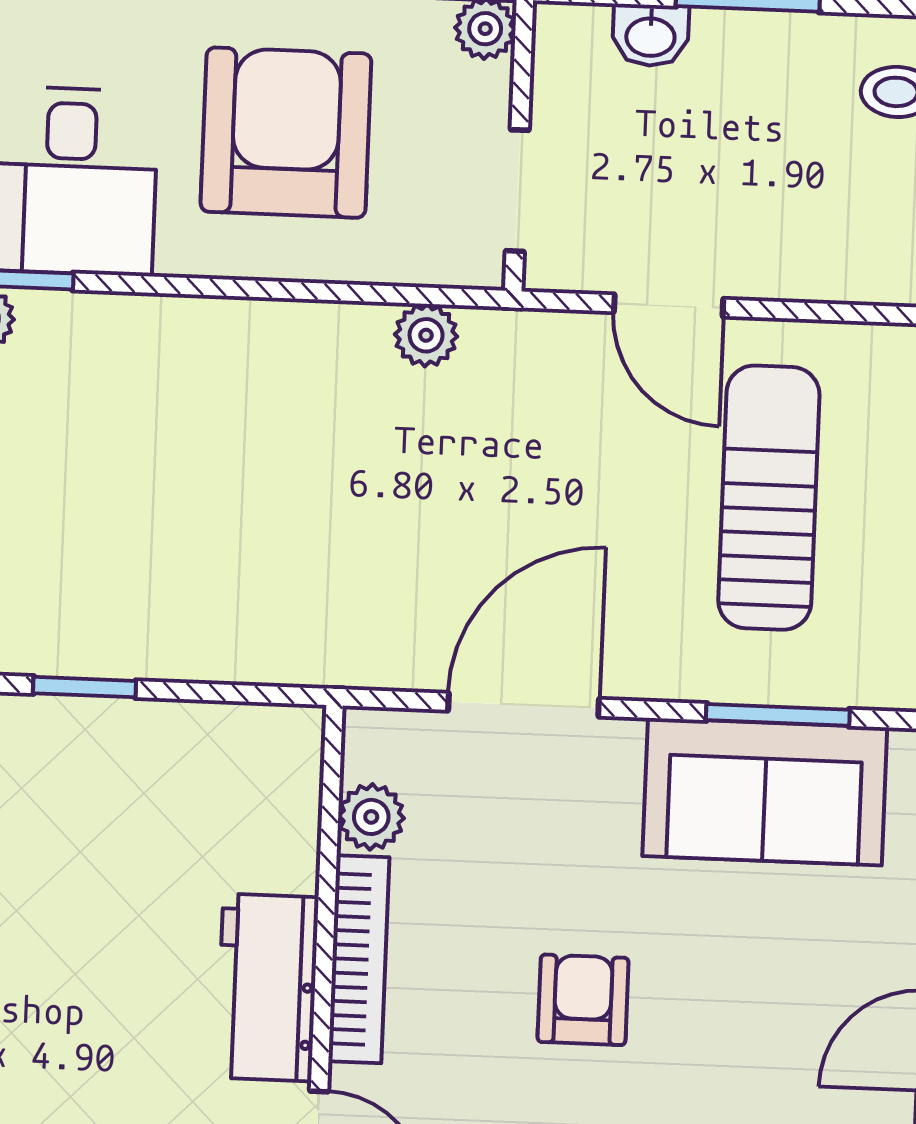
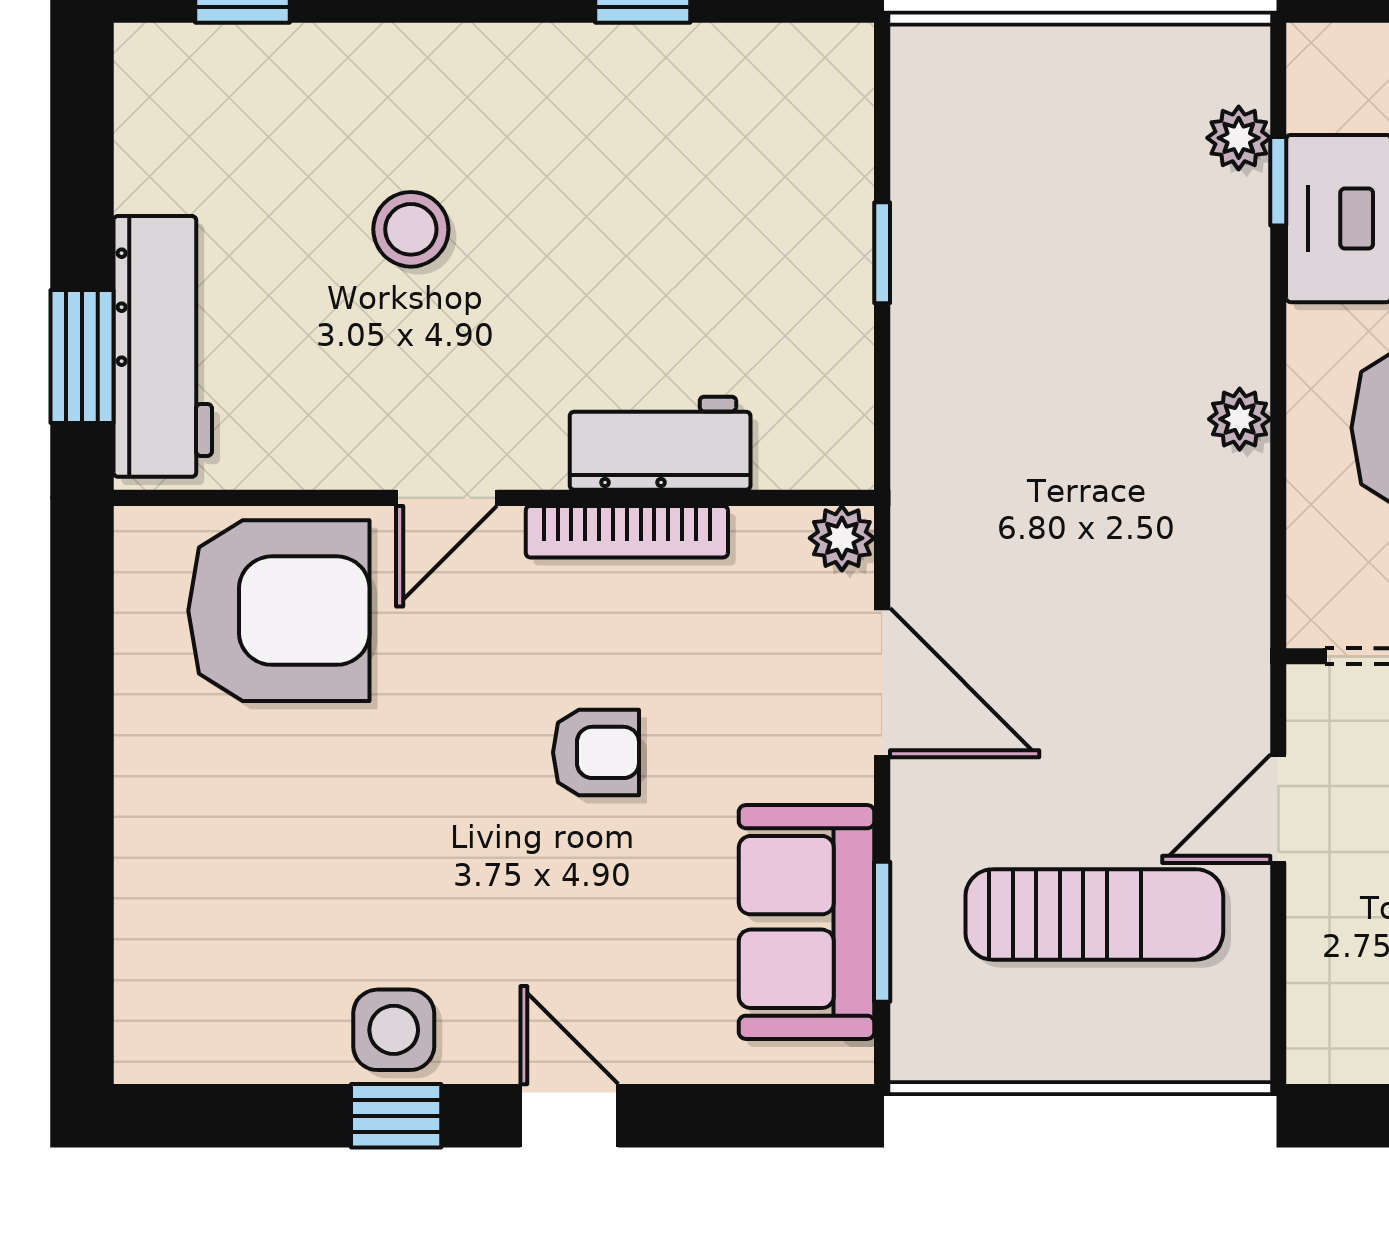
plant: (426, 335) -> (1240, 419), moved
plant: (371, 817) -> (842, 538), moved
workbench: (267, 987) -> (660, 443), moved

